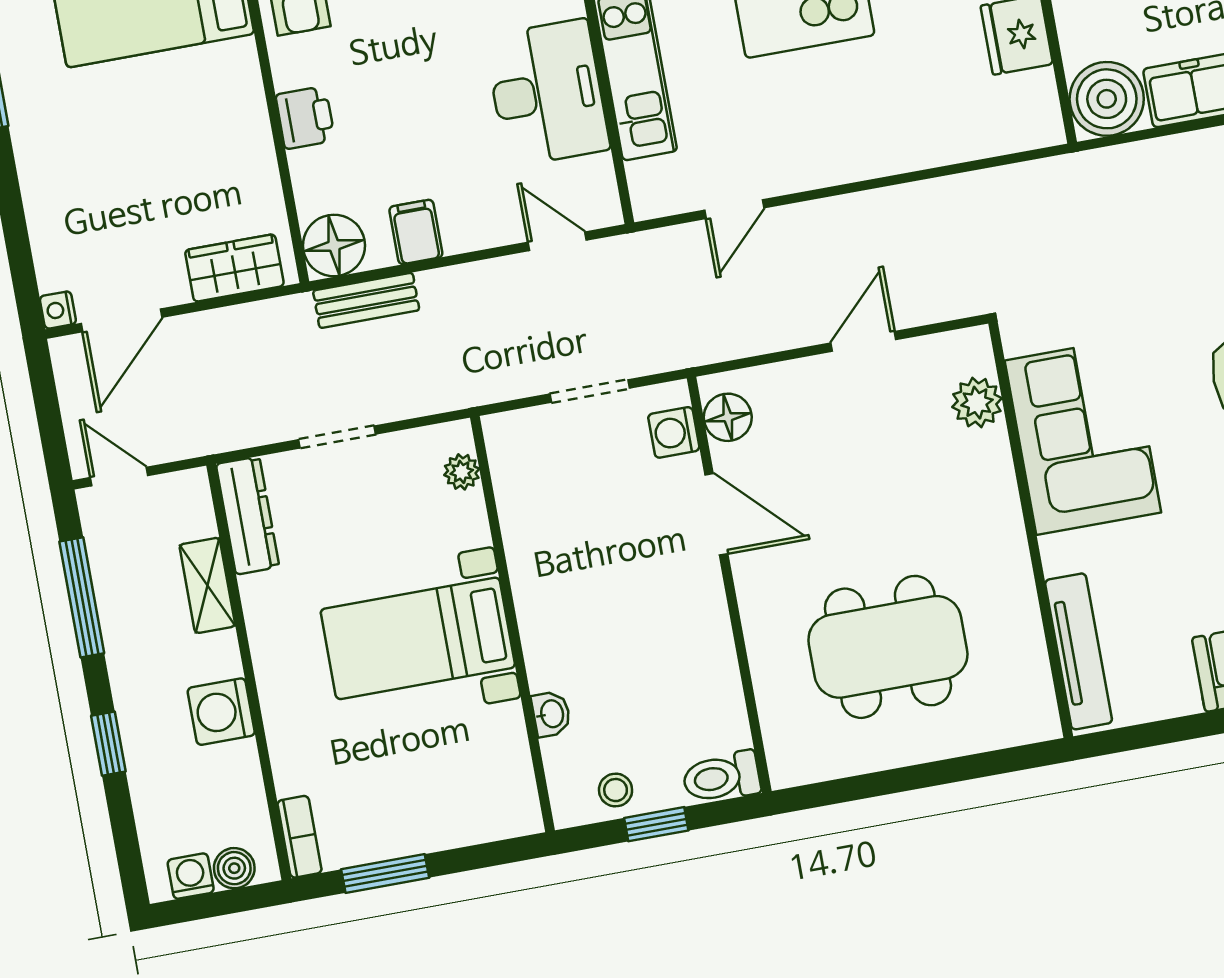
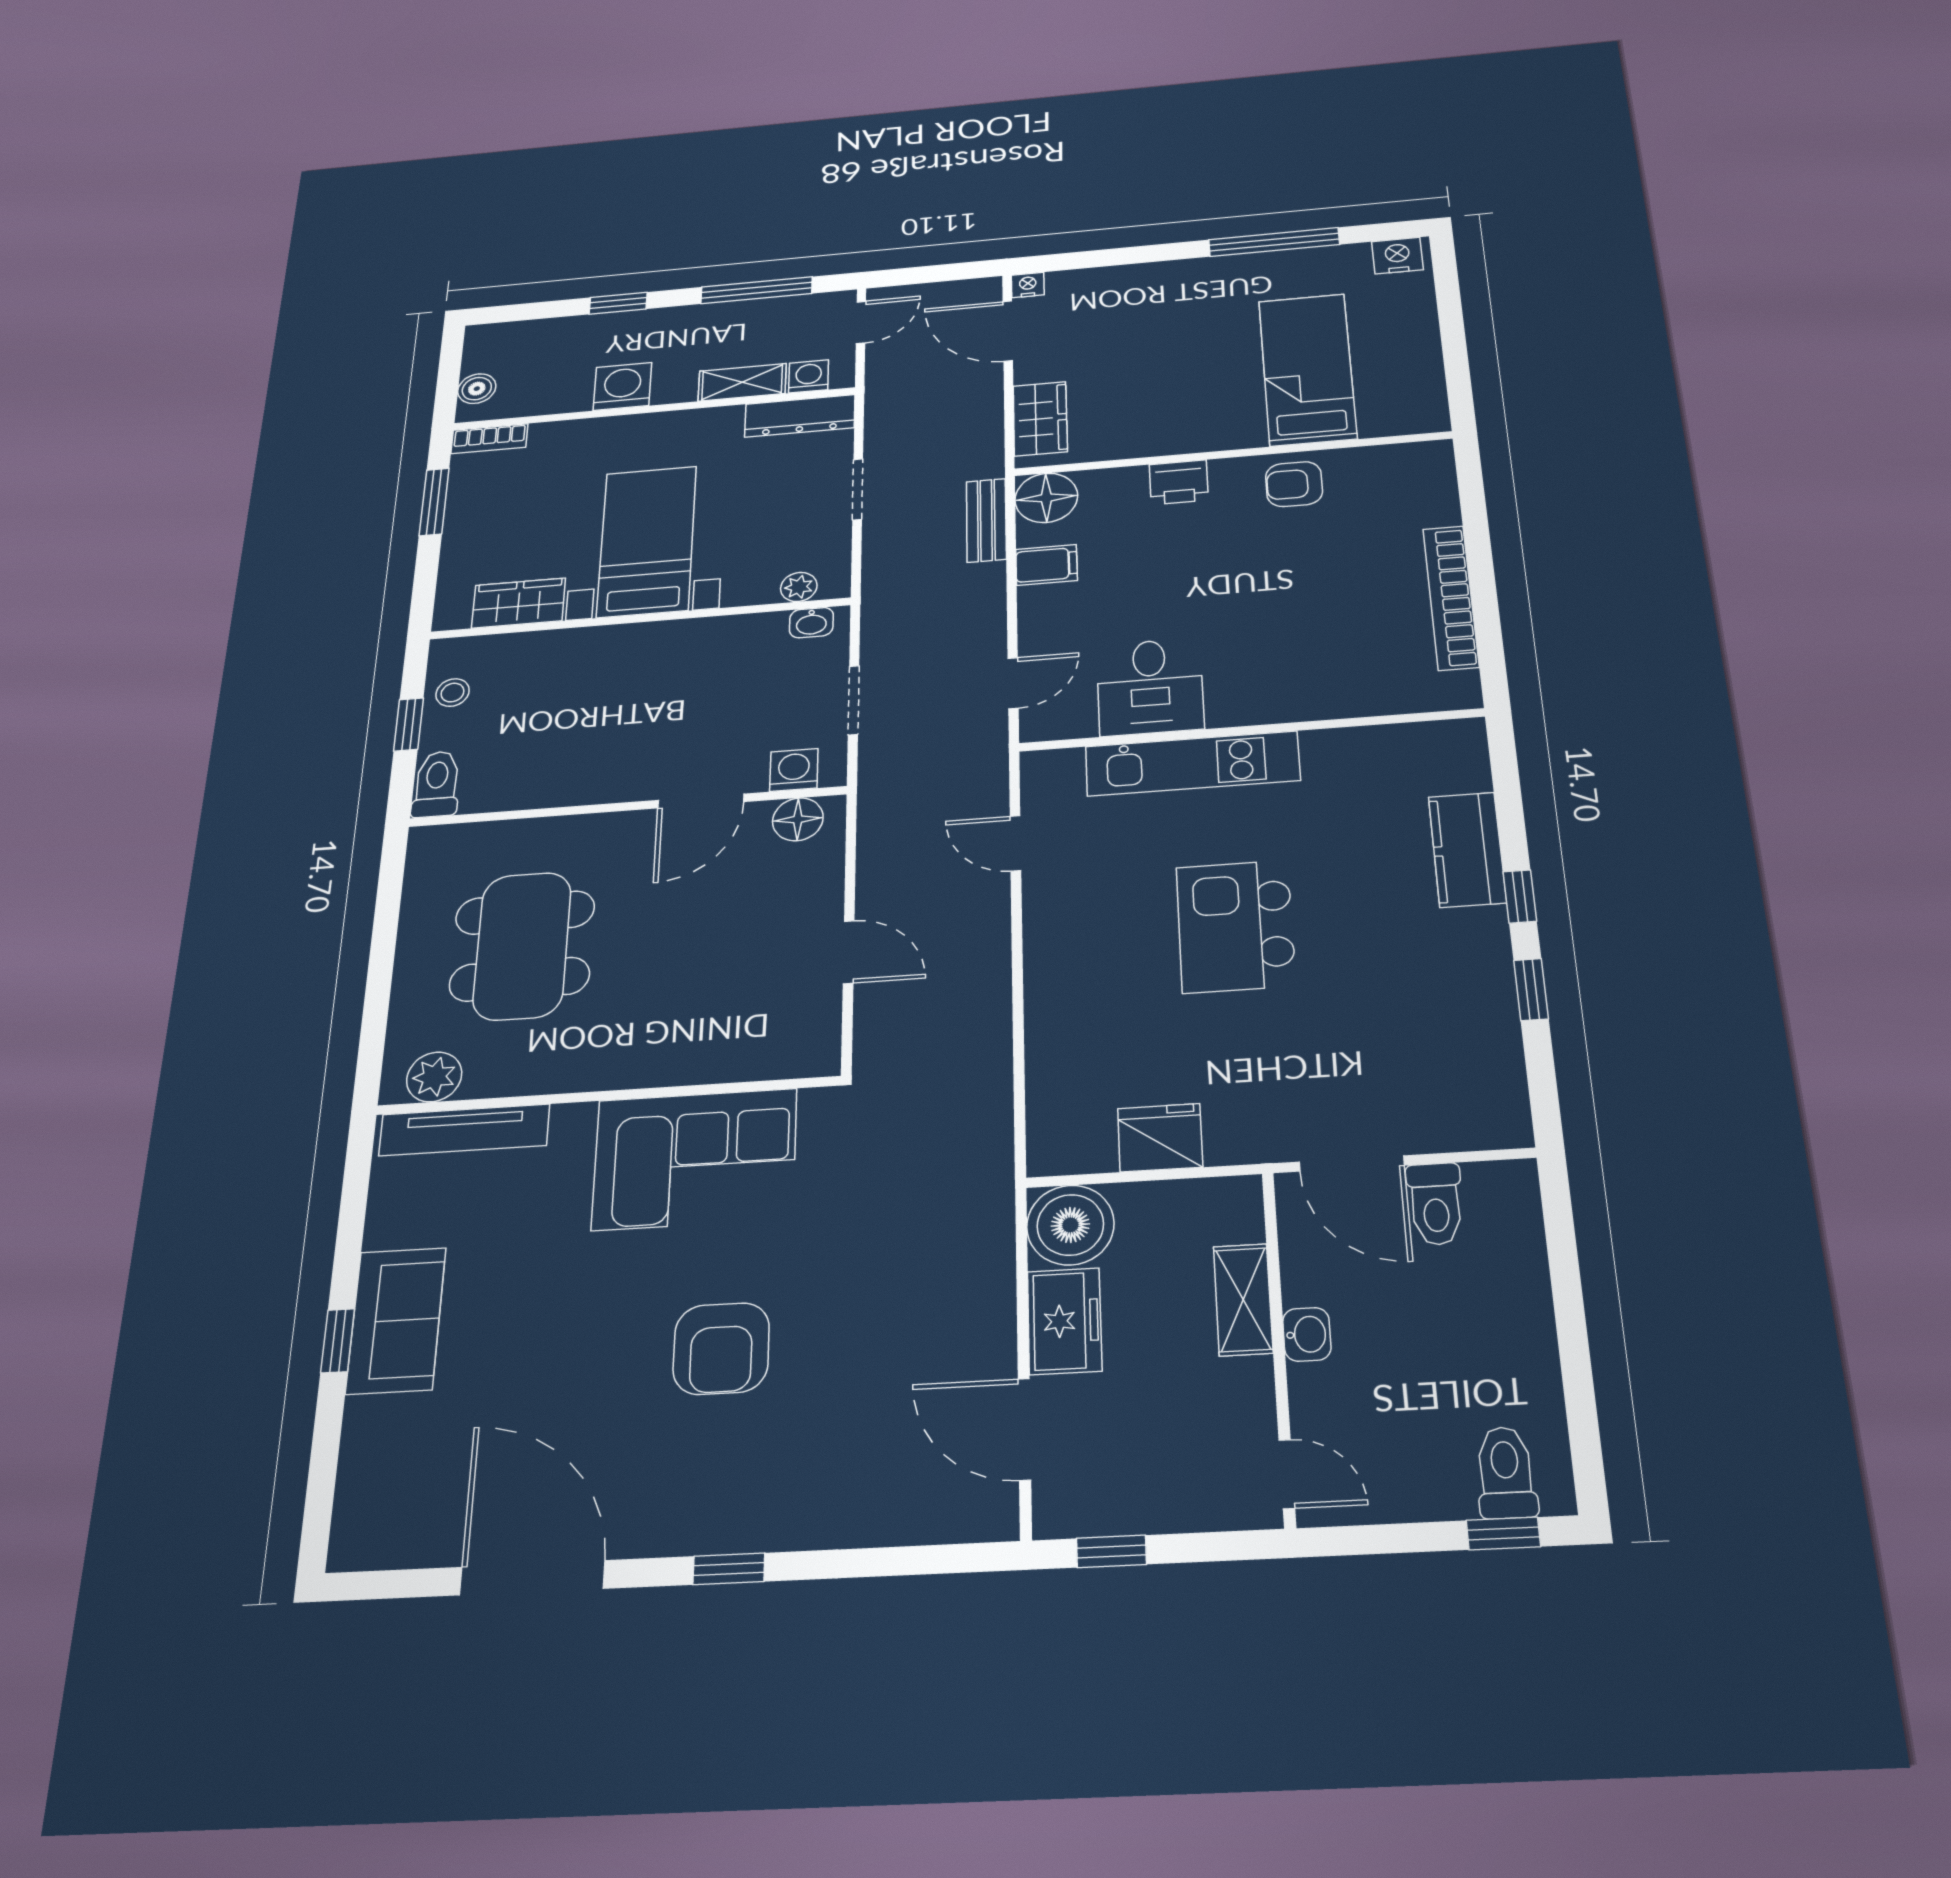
desk: (547, 93) -> (1150, 687), width x0.73
plant: (977, 403) -> (434, 1077), moved
washbasin: (551, 714) -> (811, 623), moved
wardrobe: (504, 751) -> (519, 603), added
washing machine: (191, 876) -> (809, 376), moved, turned -90

